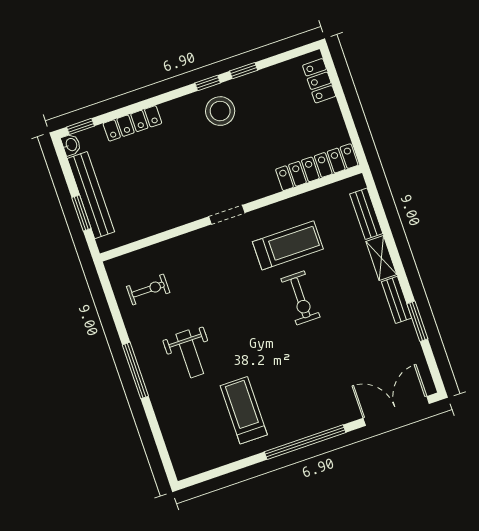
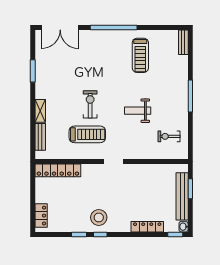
treadmill: (288, 245) -> (87, 134), turned 180
bench: (397, 300) -> (183, 42), moved
weight bench: (190, 354) -> (138, 111), moved, turned -90

